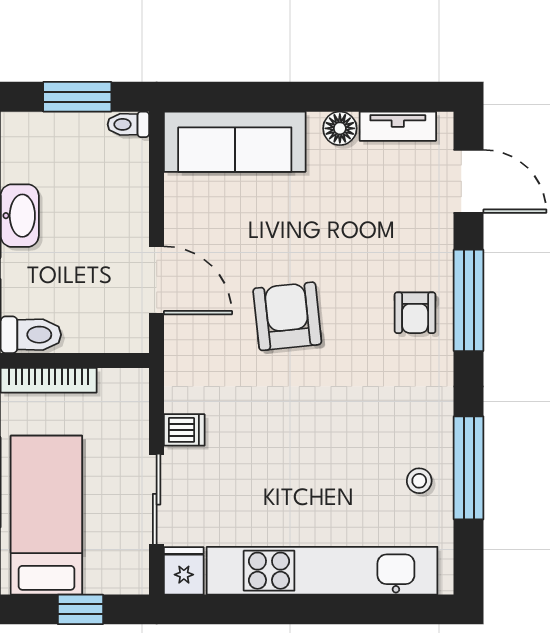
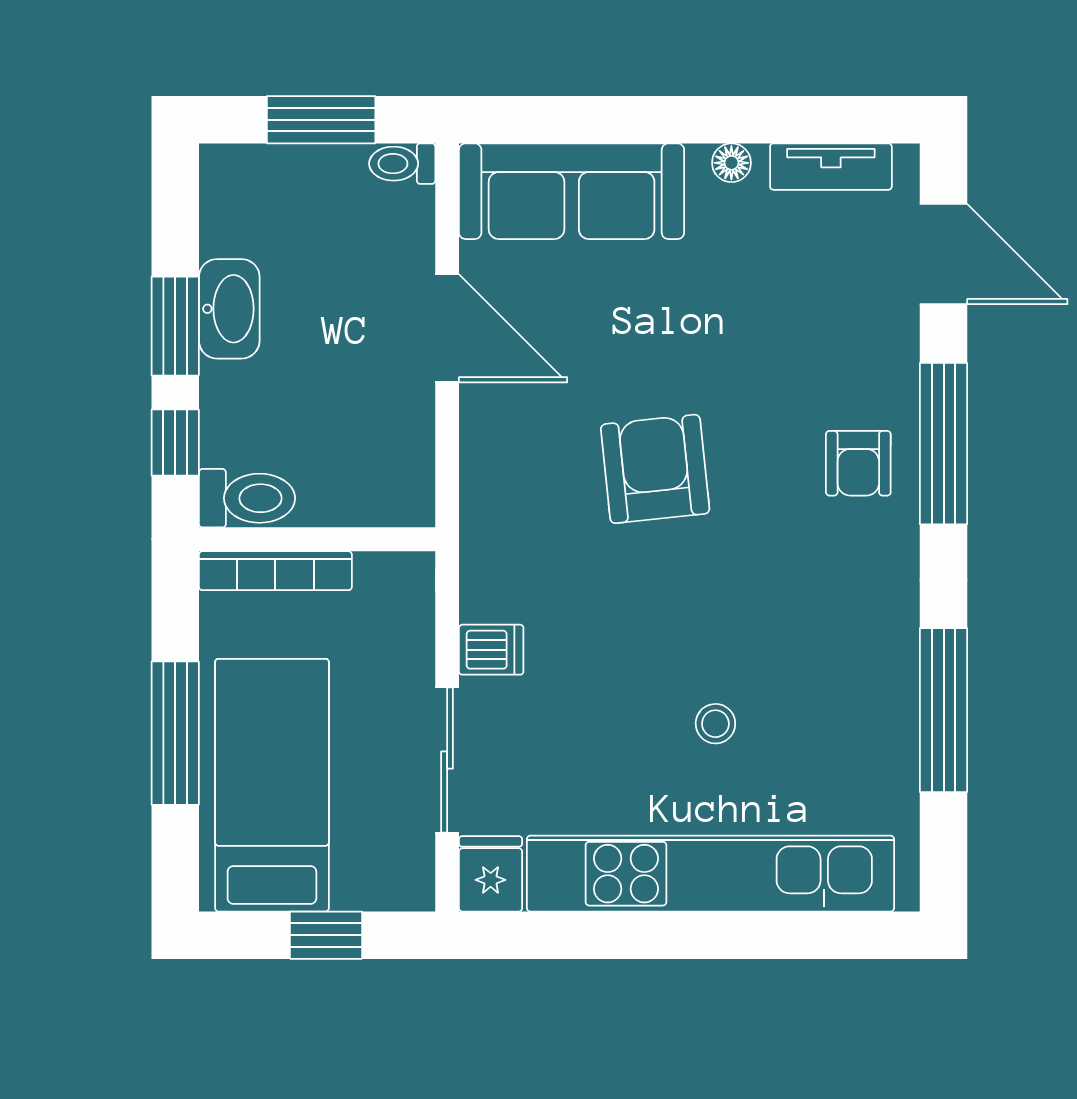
floor lamp: (340, 128) -> (731, 163), width x0.73, depth x0.73
door: (157, 280) -> (447, 328), moved
stool: (419, 481) -> (715, 724), moved

